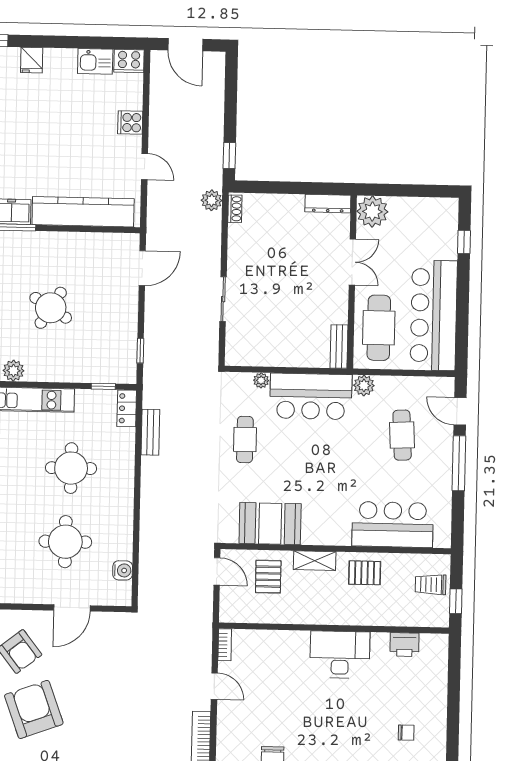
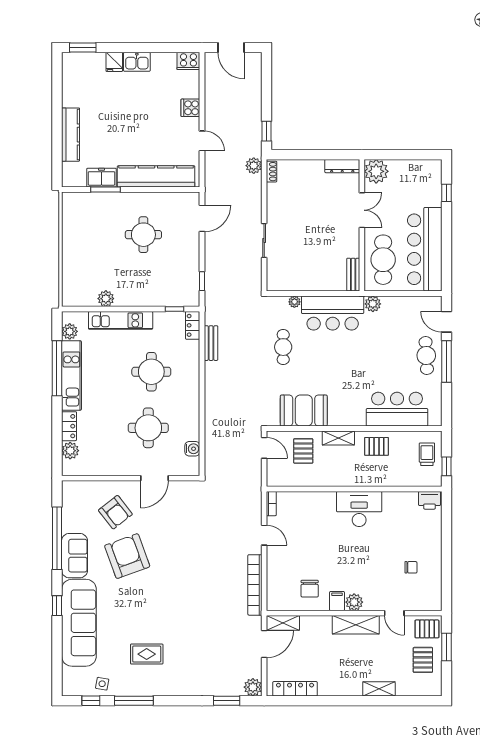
kitchen sink: (95, 61) -> (137, 62), moved
round table: (51, 308) -> (143, 235), moved, turned -32
cafe table: (402, 435) -> (426, 356), moved
trolley: (431, 585) -> (427, 454), turned 90
printer: (404, 645) -> (430, 500), moved

